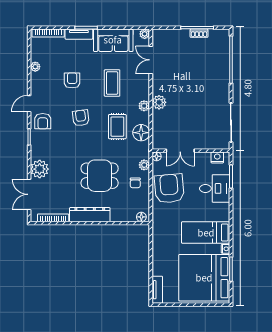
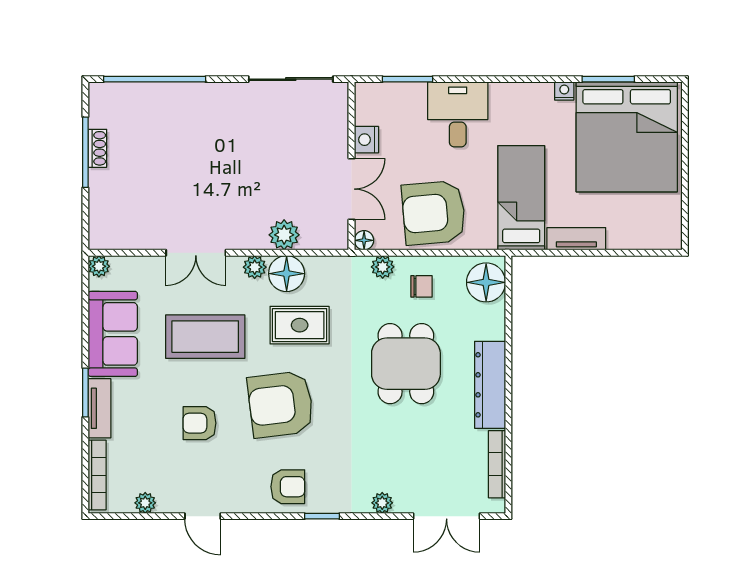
double door: (151, 60) -> (196, 253), moved
plant: (35, 67) -> (145, 503), moved
coffee table: (112, 83) -> (205, 337), width x1.36, depth x1.32
plant: (159, 102) -> (284, 235), moved
door: (29, 104) -> (203, 516), moved
armchair: (81, 118) -> (281, 404), width x1.88, depth x1.88
floor lamp: (141, 133) -> (287, 274), moved
nightstand: (217, 157) -> (366, 140), moved
plant: (40, 169) -> (382, 503), width x0.53, depth x0.53
desk: (215, 188) -> (458, 114), moved
floor lamp: (141, 217) -> (486, 282), width x1.89, depth x1.89
bed: (206, 233) -> (521, 198), moved, turned 180
tv unit: (157, 290) -> (576, 239), moved

